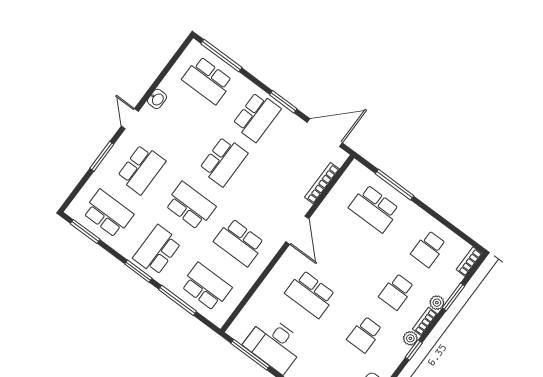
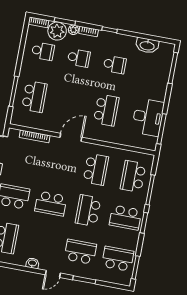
school desk: (223, 161) -> (51, 204), turned 180
school desk: (108, 214) -> (118, 259), turned 90
plant: (410, 338) -> (57, 31), moved, width x1.88, depth x1.88

